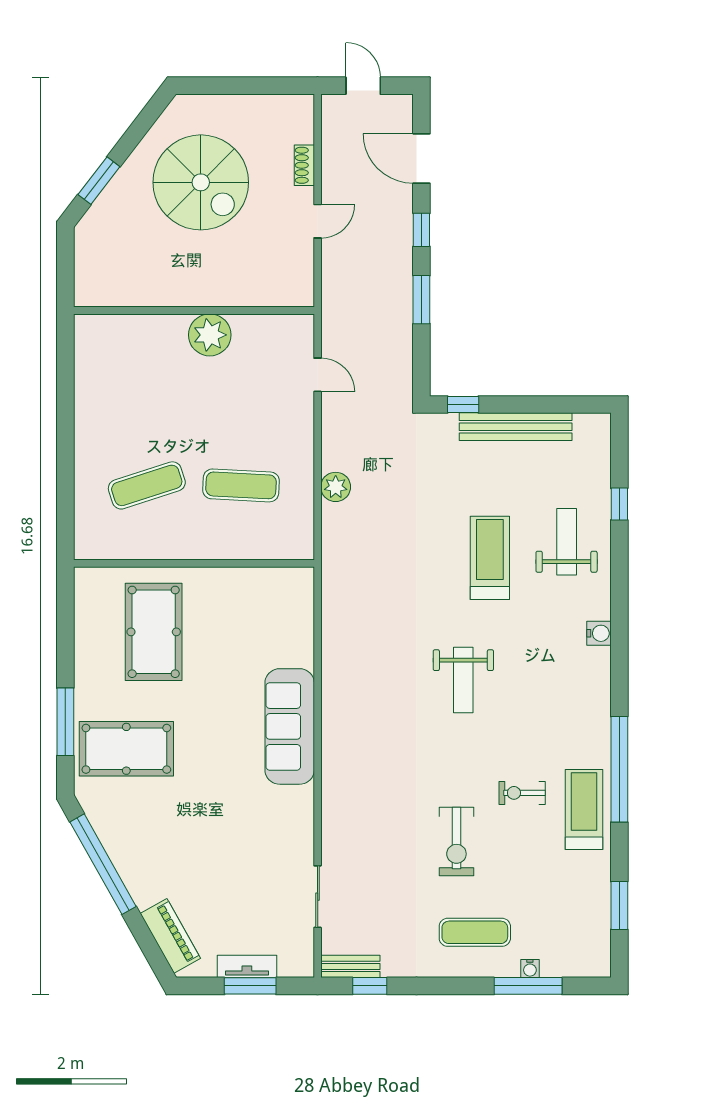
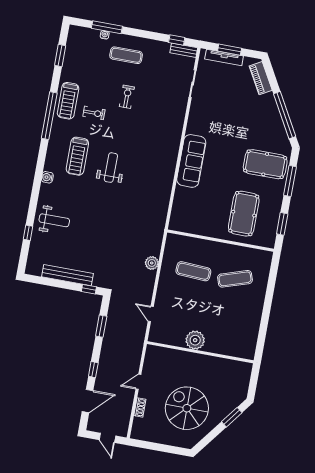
door: (421, 158) -> (88, 401), hinge flipped
window: (421, 300) -> (101, 326), moved
weight bench: (567, 542) -> (54, 220), turned -90
treadmill: (490, 558) -> (77, 156), moved
window: (65, 625) -> (282, 224), added
exercise bike: (456, 841) -> (127, 97), width x0.73, depth x0.72
tv unit: (247, 966) -> (224, 57), width x1.41

